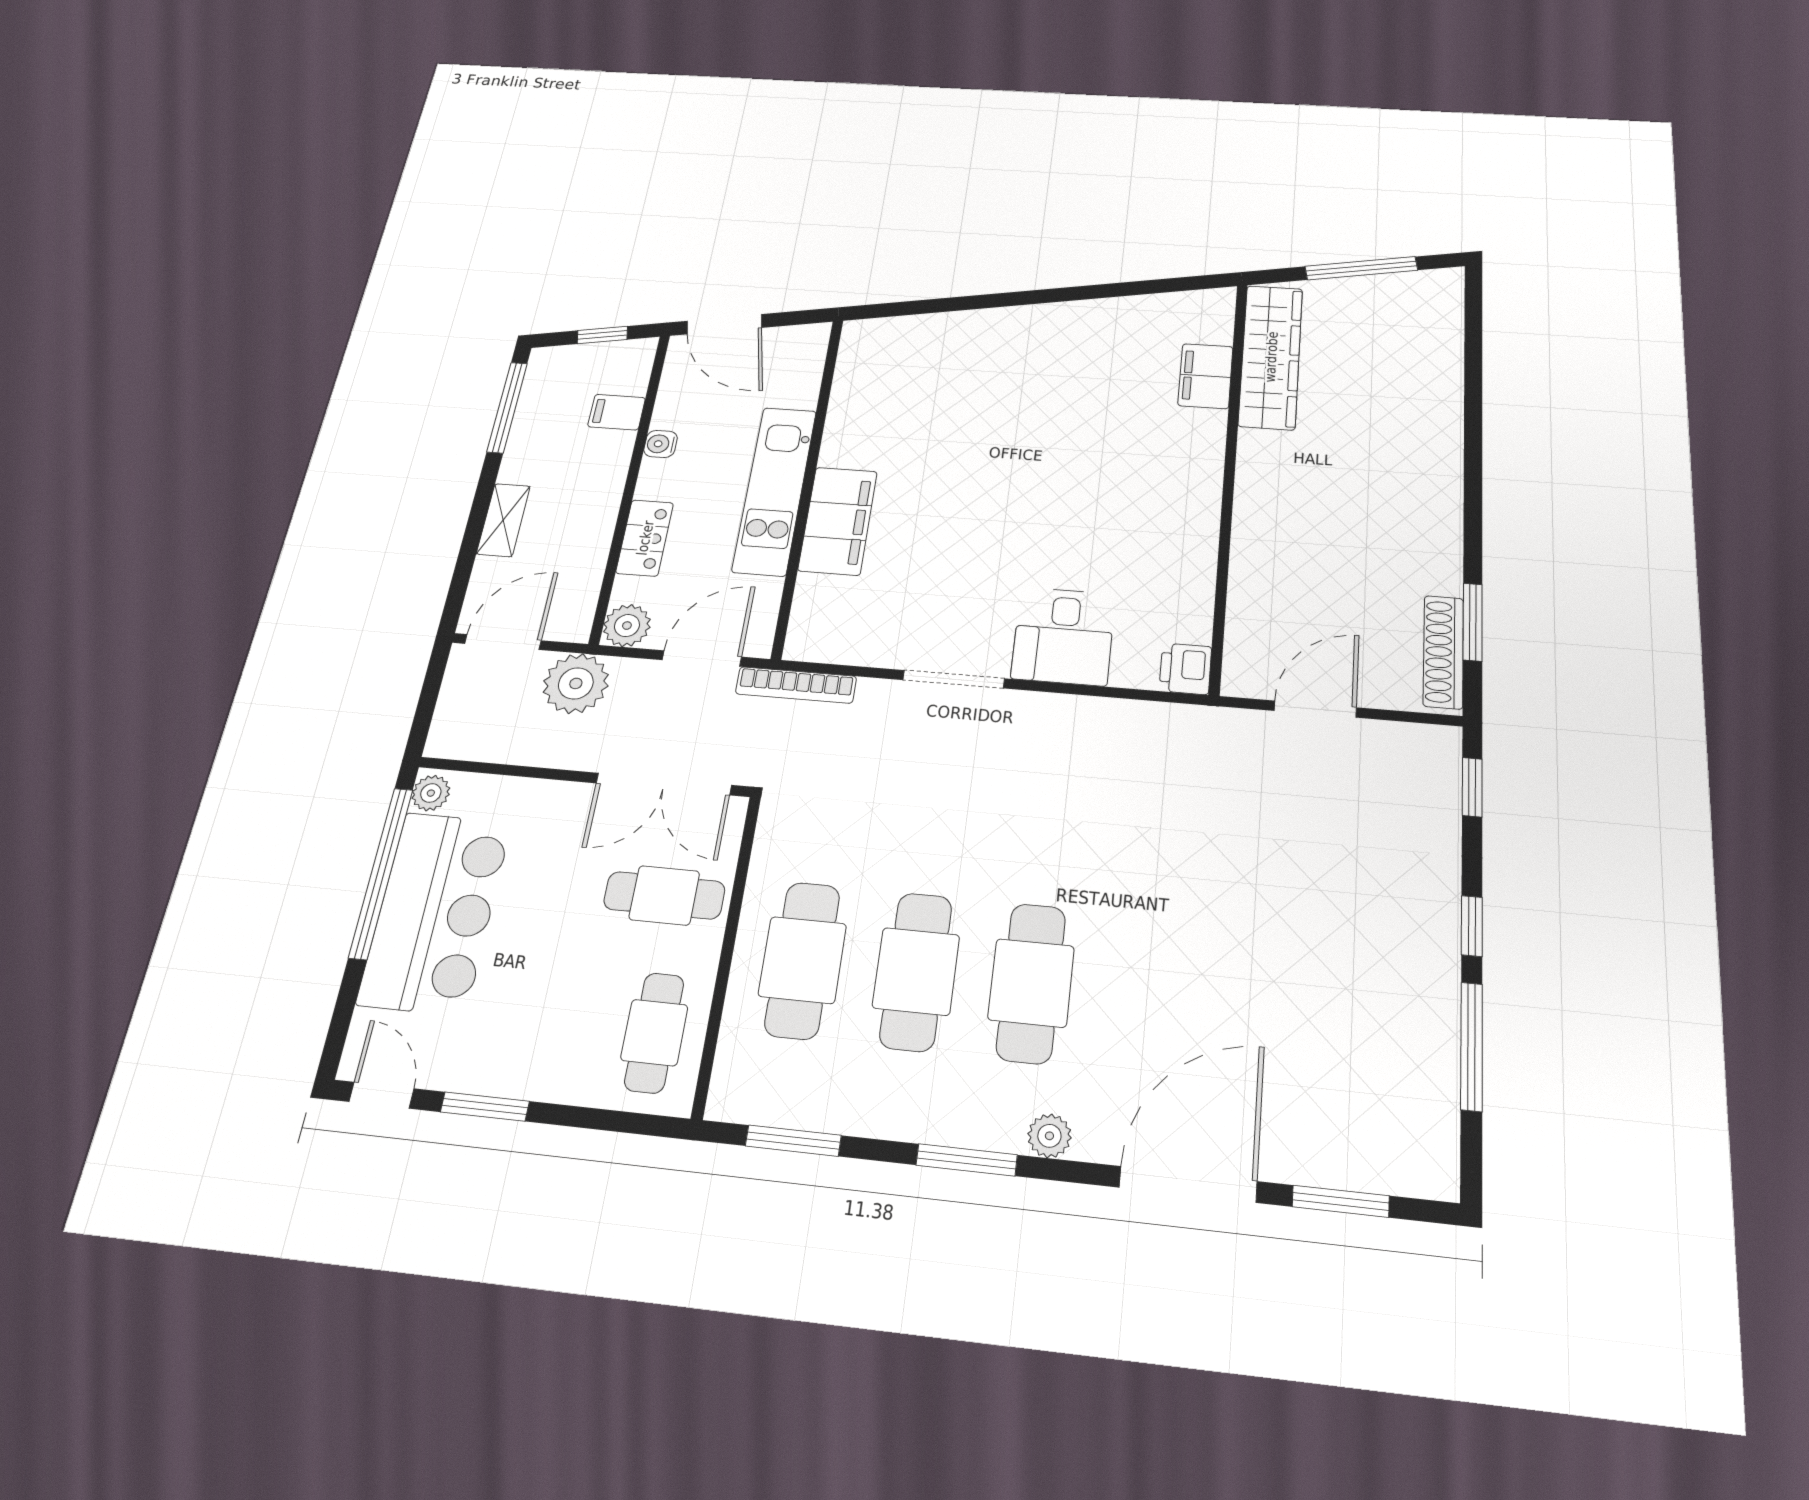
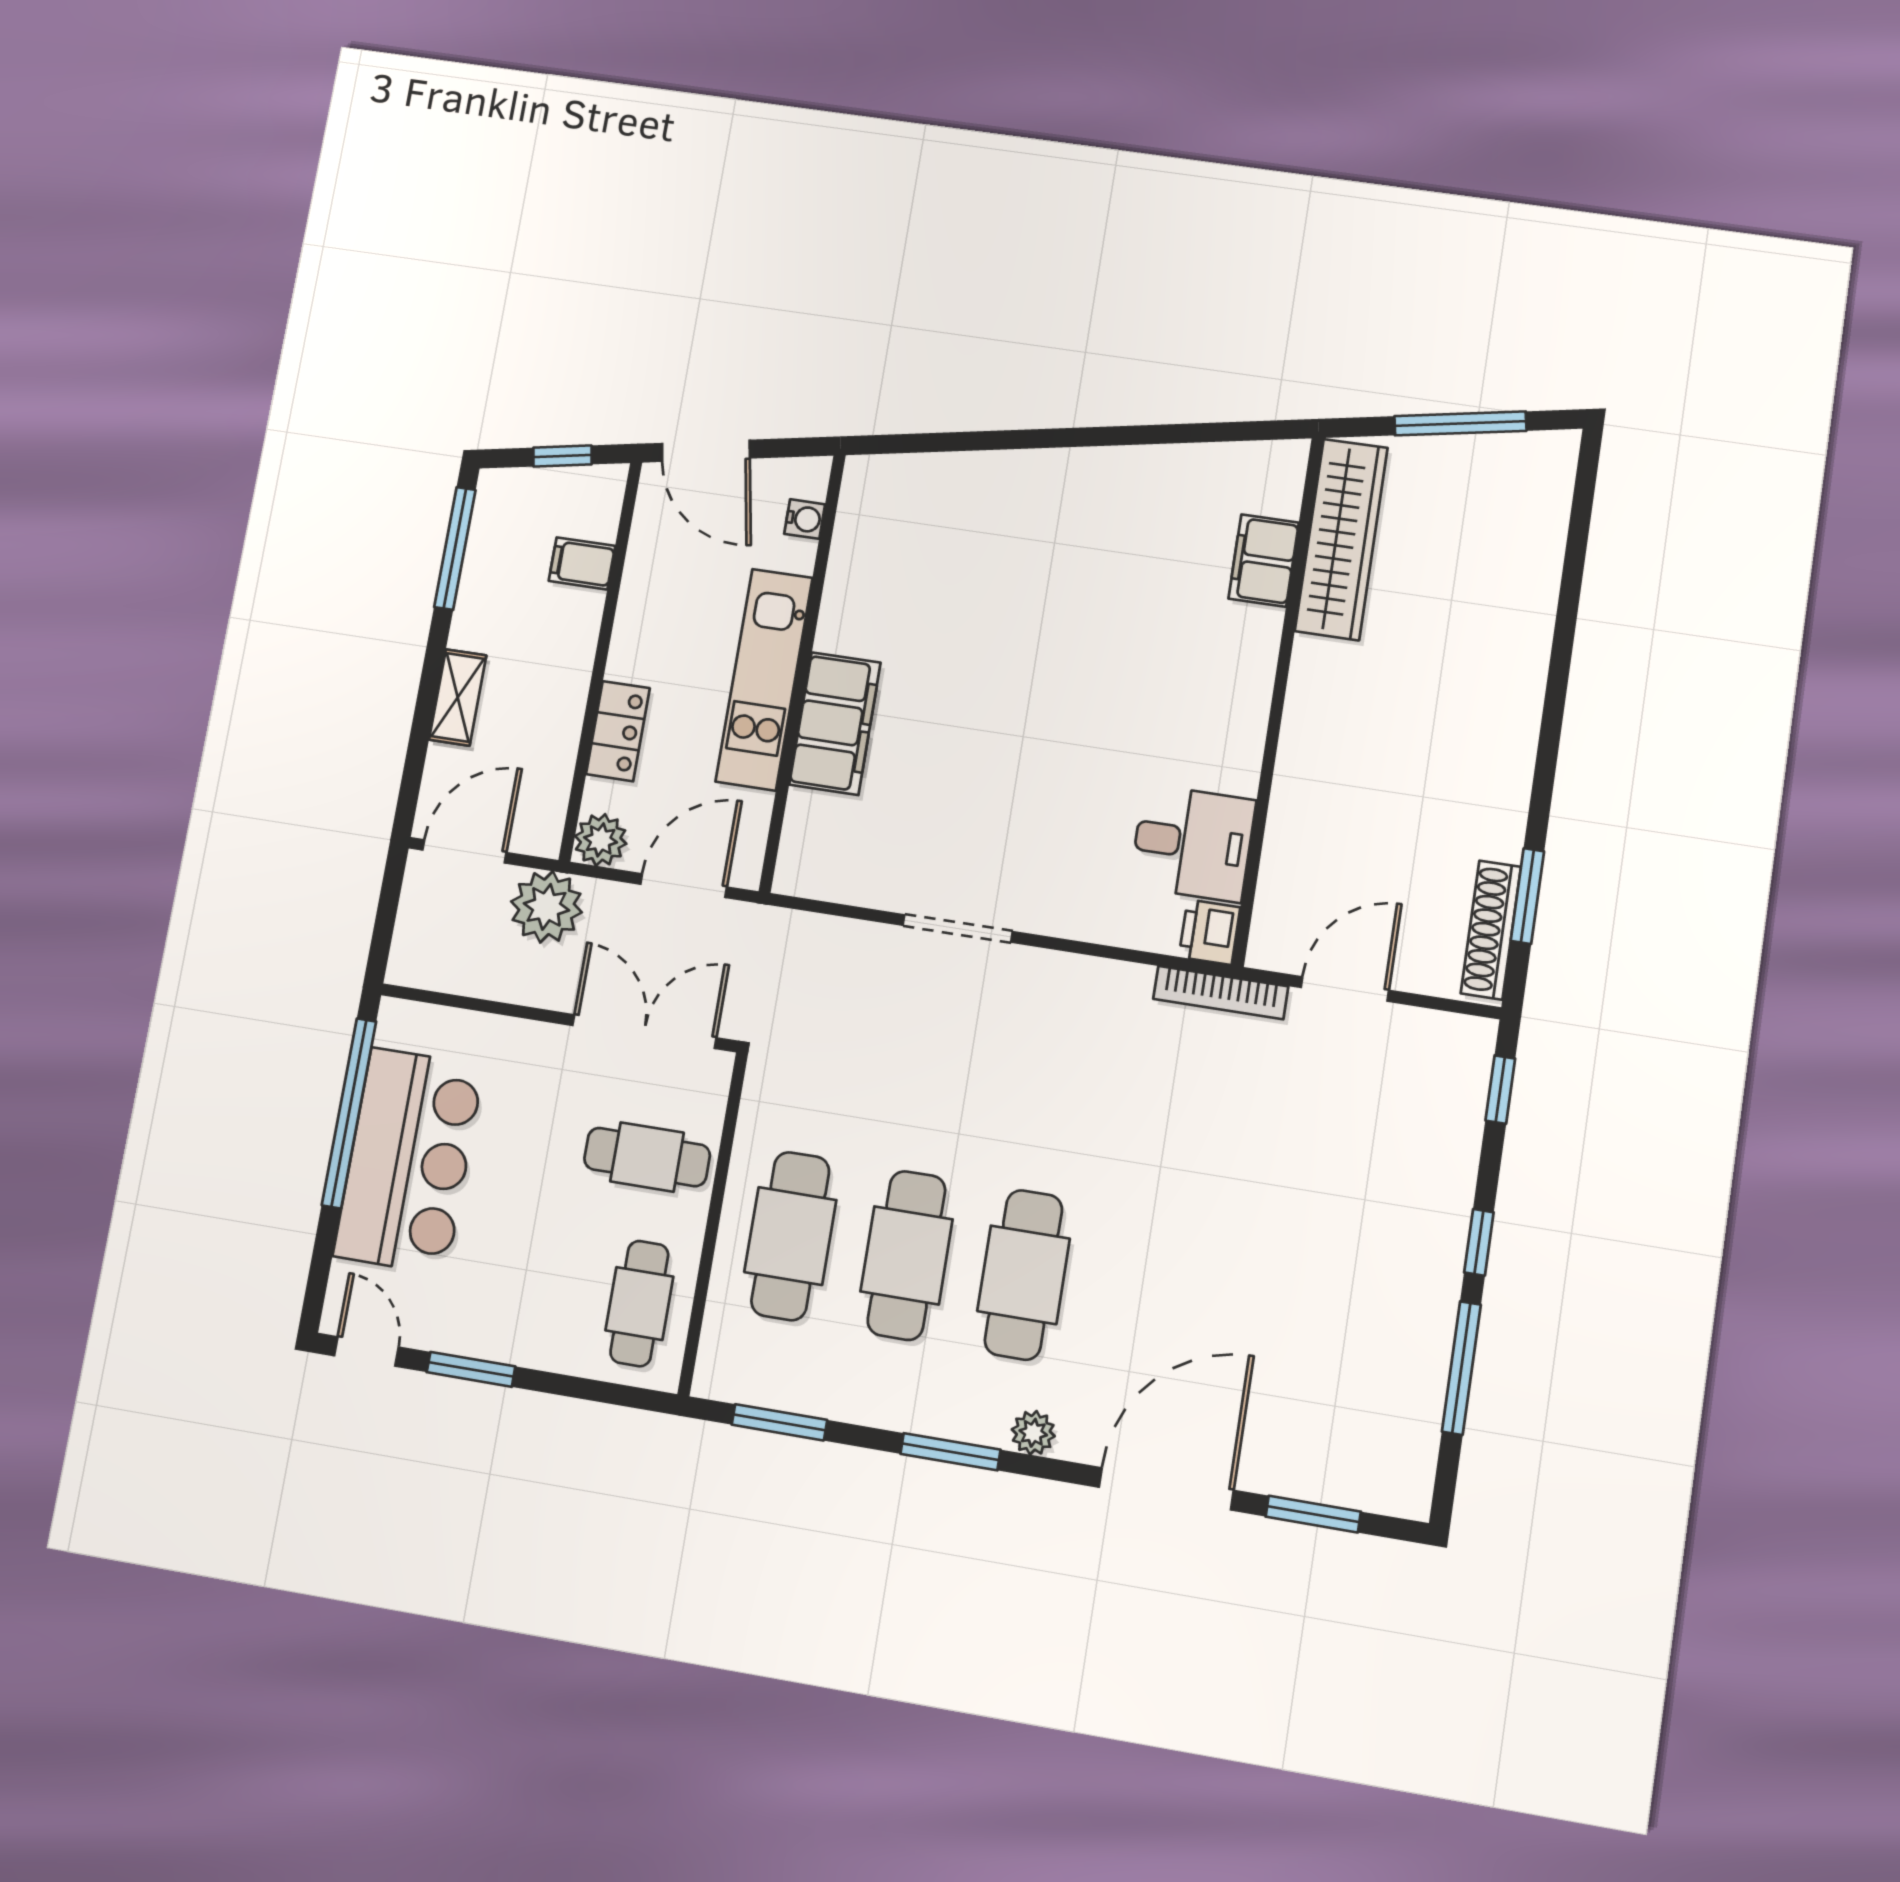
water cooler: (661, 444) -> (805, 519), moved, turned 180
desk: (1063, 636) -> (1193, 843), moved, turned -90
bookcase: (796, 685) -> (1221, 993), moved
double door: (664, 784) -> (644, 1032), swing flipped
plant: (431, 793) -> (396, 1026), removed

